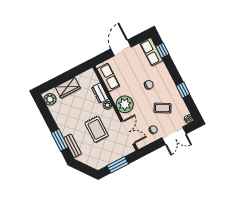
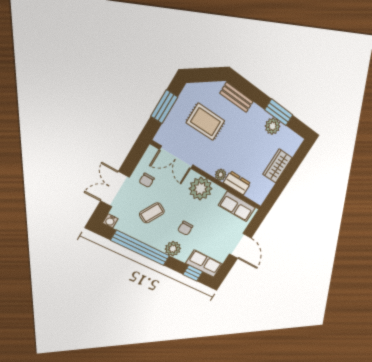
plant: (164, 76) -> (173, 249), added
window: (183, 90) -> (141, 248), width x3.17
plant: (50, 99) -> (273, 126), moved
rug: (97, 129) -> (206, 122), moved
window: (60, 140) -> (279, 112), moved

